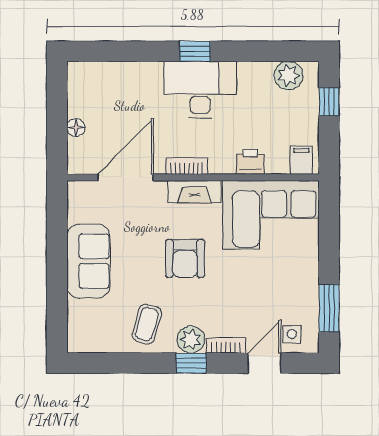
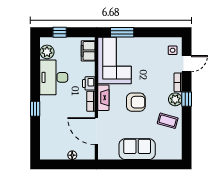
window: (195, 51) -> (35, 109), moved
desk: (200, 90) -> (54, 77), moved
filing cabinet: (301, 160) -> (88, 51), width x2.00
printer: (250, 162) -> (89, 83), moved
window: (329, 308) -> (122, 32), moved
door: (264, 363) -> (187, 64), swing flipped

